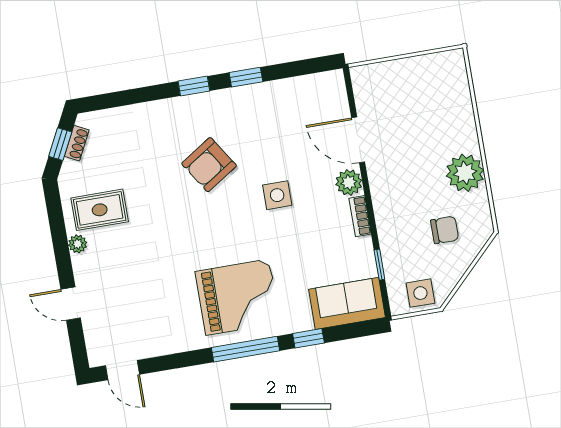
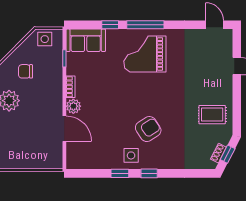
side table: (277, 195) -> (131, 155), moved
plant: (78, 244) -> (227, 98), removed

